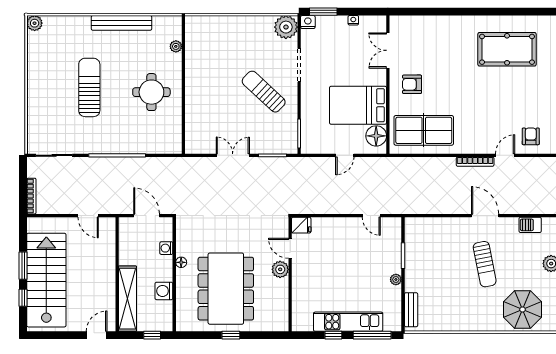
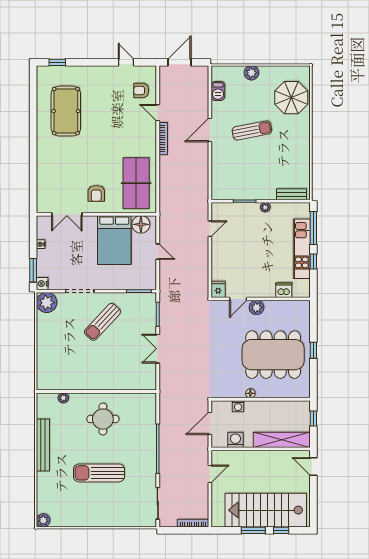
washing machine: (164, 291) -> (235, 440), moved, turned 180
dishwasher: (300, 301) -> (284, 290), added

